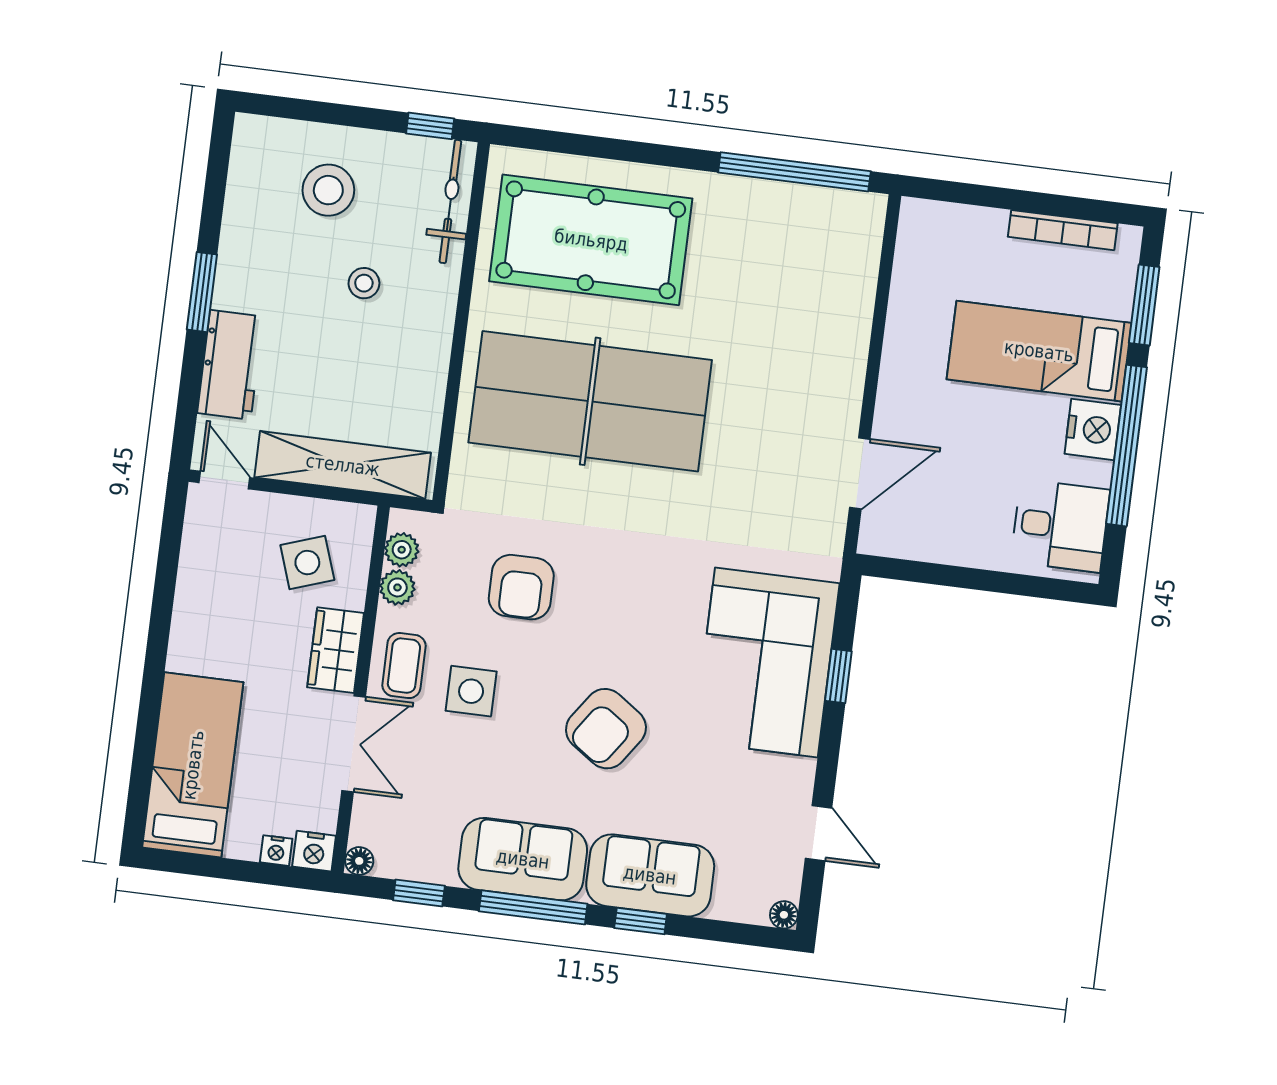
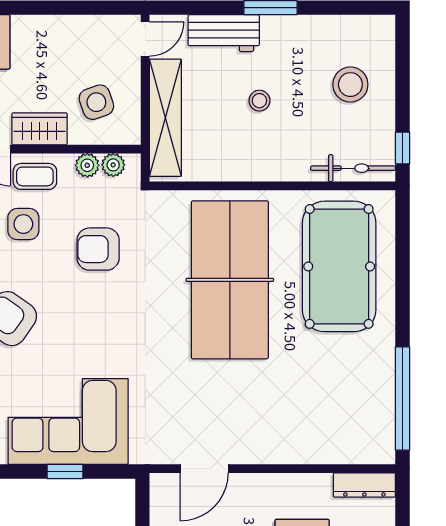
dresser: (913, 243) -> (364, 485), added
stool: (364, 283) -> (259, 101), moved
door: (860, 473) -> (204, 469), hinge flipped

